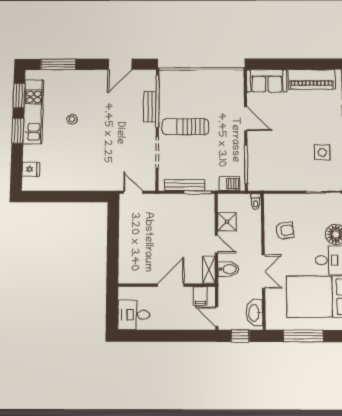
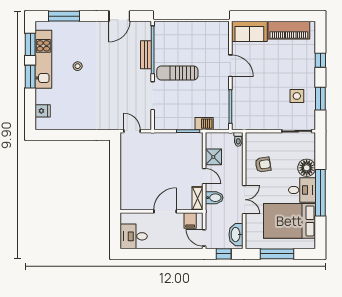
barbecue: (229, 184) -> (204, 124), moved
bench: (185, 185) -> (177, 125), removed

